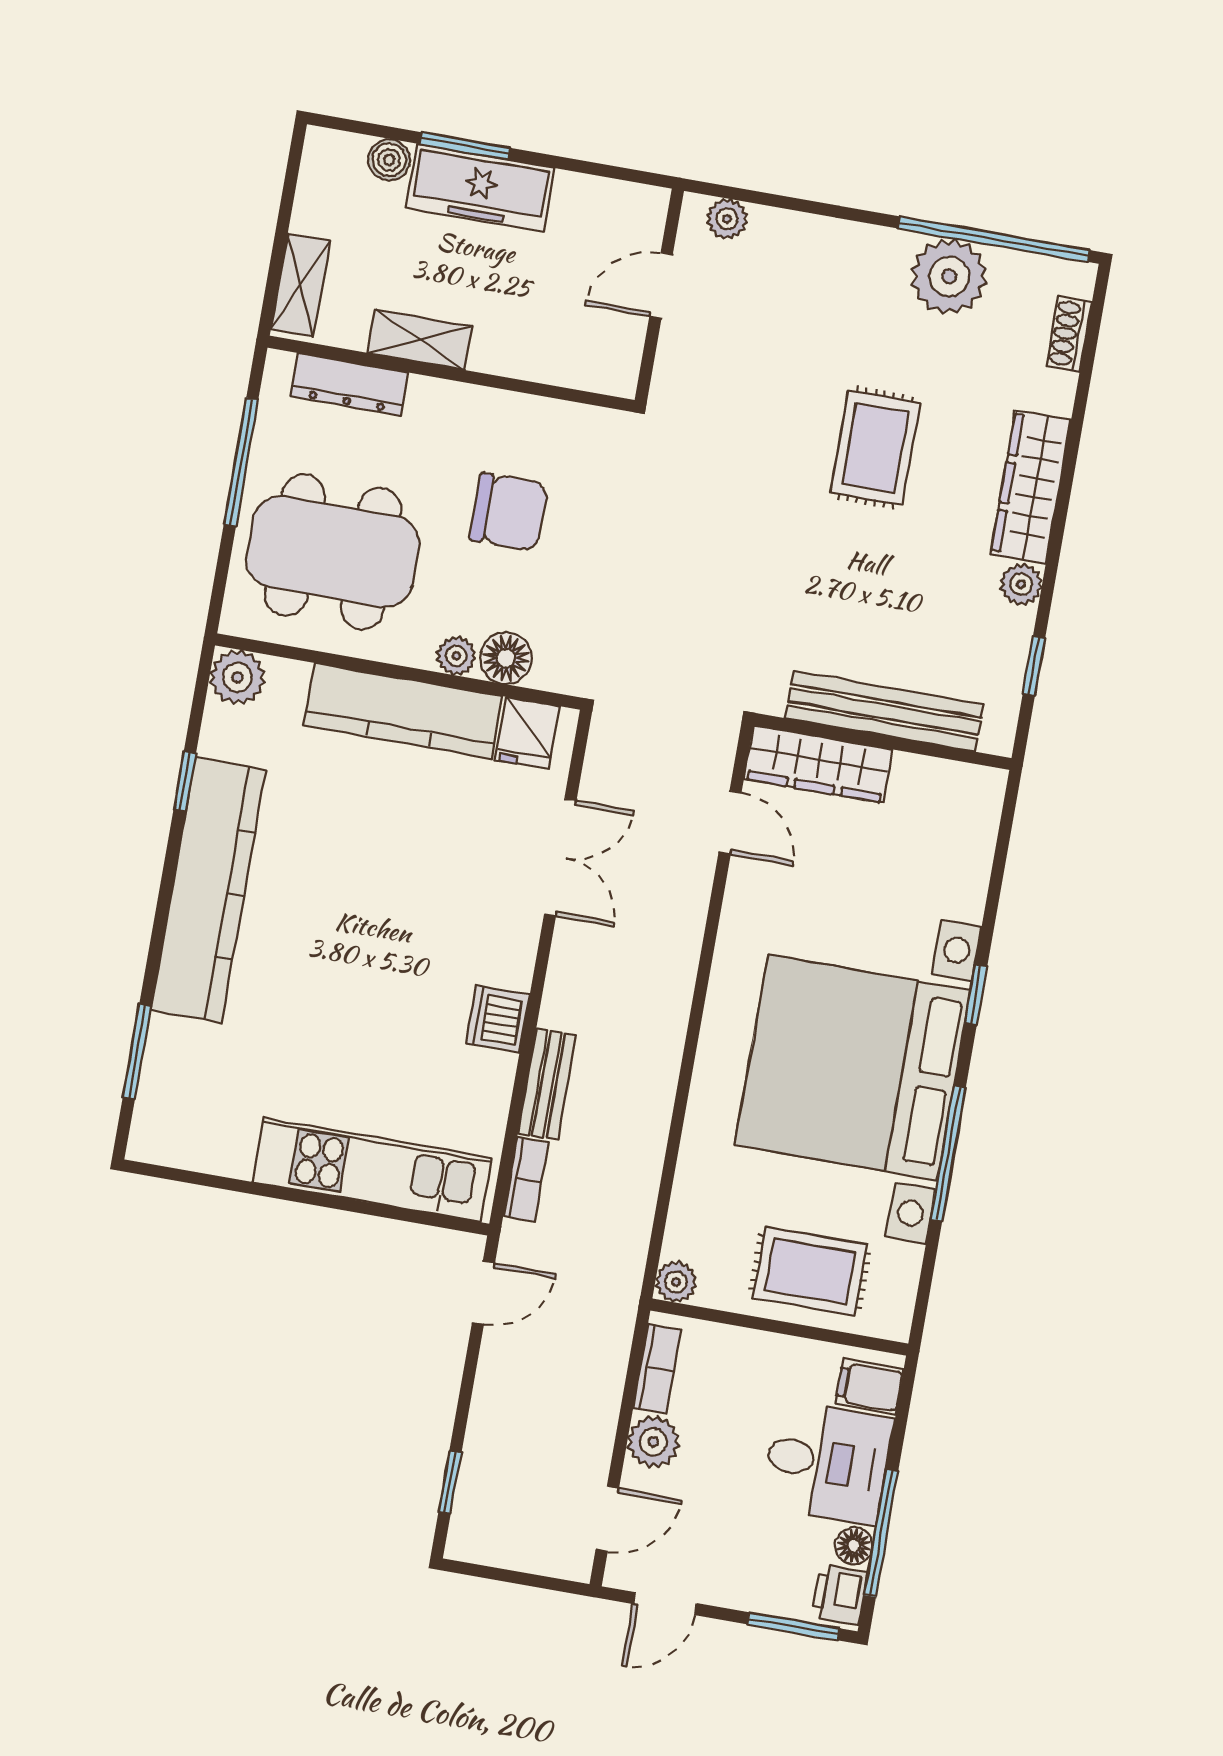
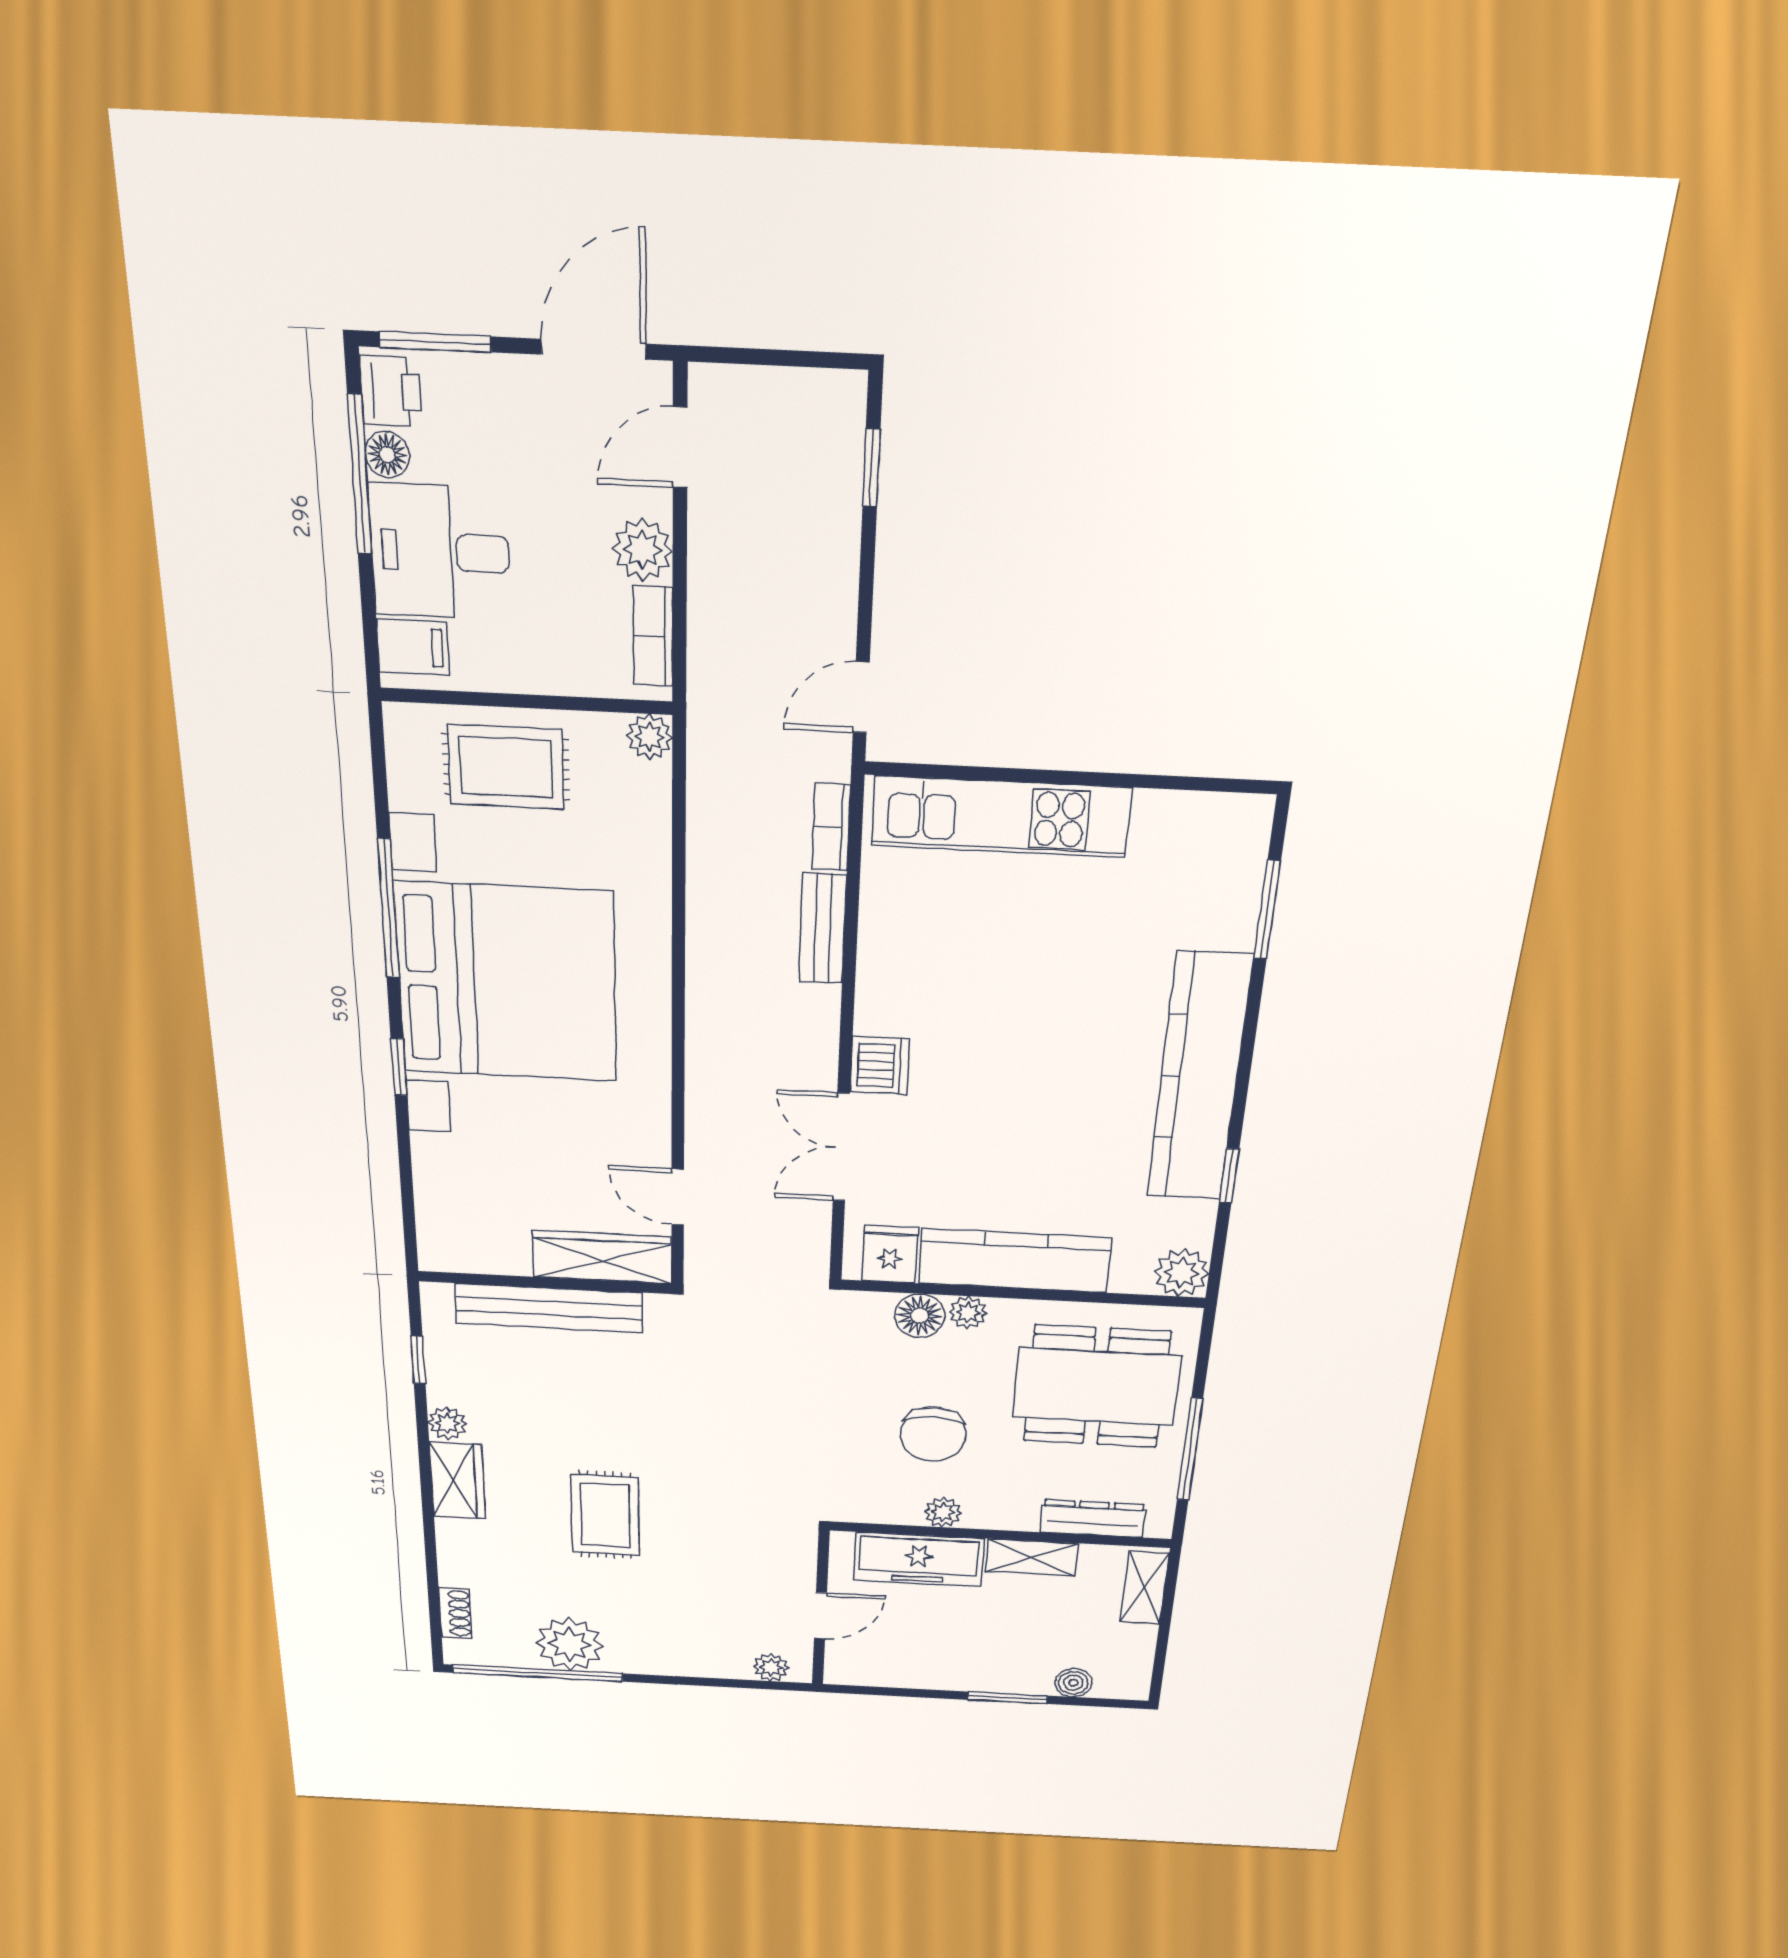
freezer: (480, 188) -> (919, 1559), moved, turned 180
plant: (510, 410) -> (943, 1512), added
wardrobe: (1031, 487) -> (458, 1481), width x0.67
chair: (509, 512) -> (933, 1434), turned -90
dishwasher: (498, 1019) -> (880, 1066), moved
door: (665, 1604) -> (594, 349), width x1.38

